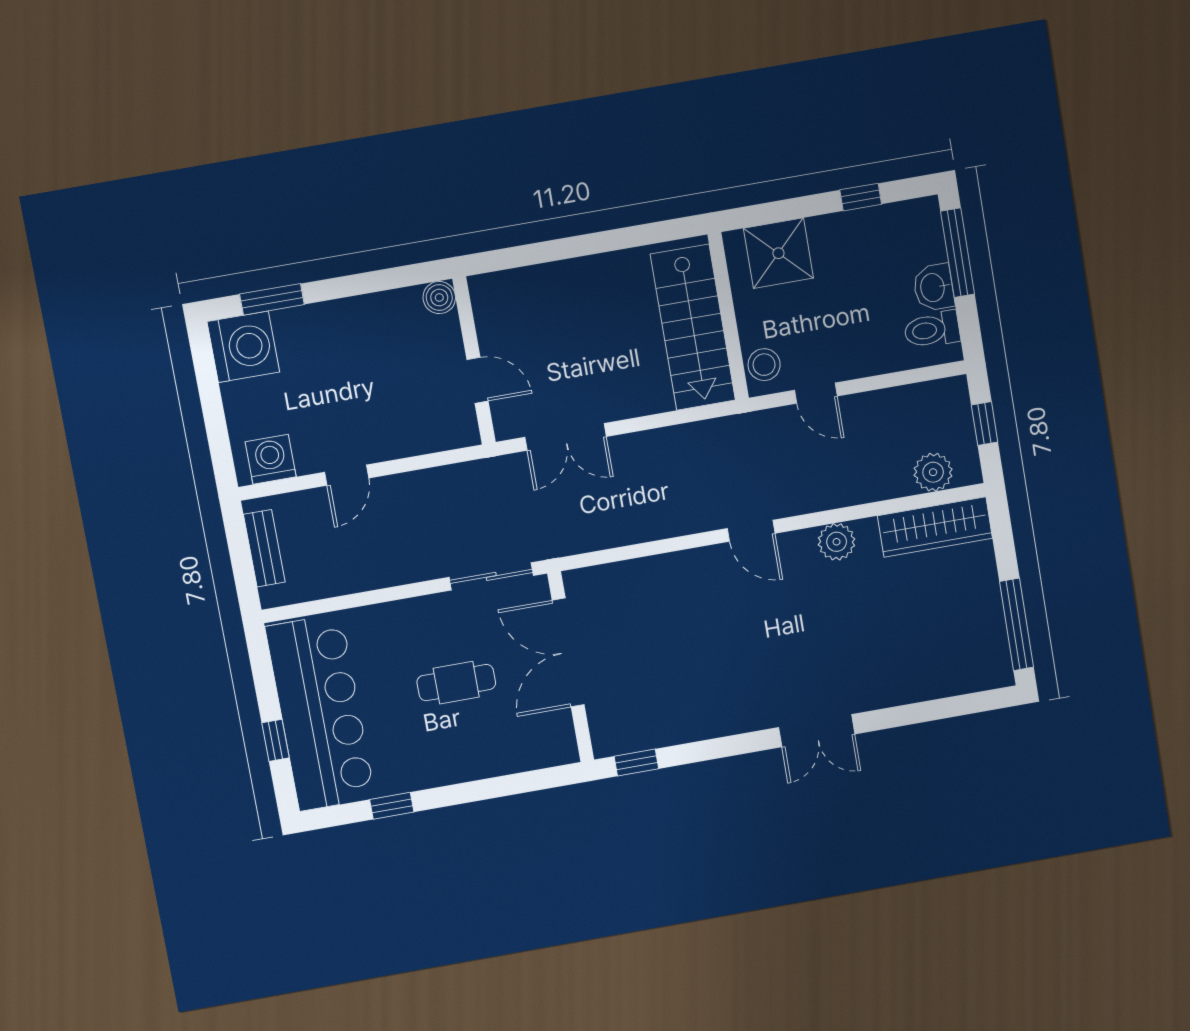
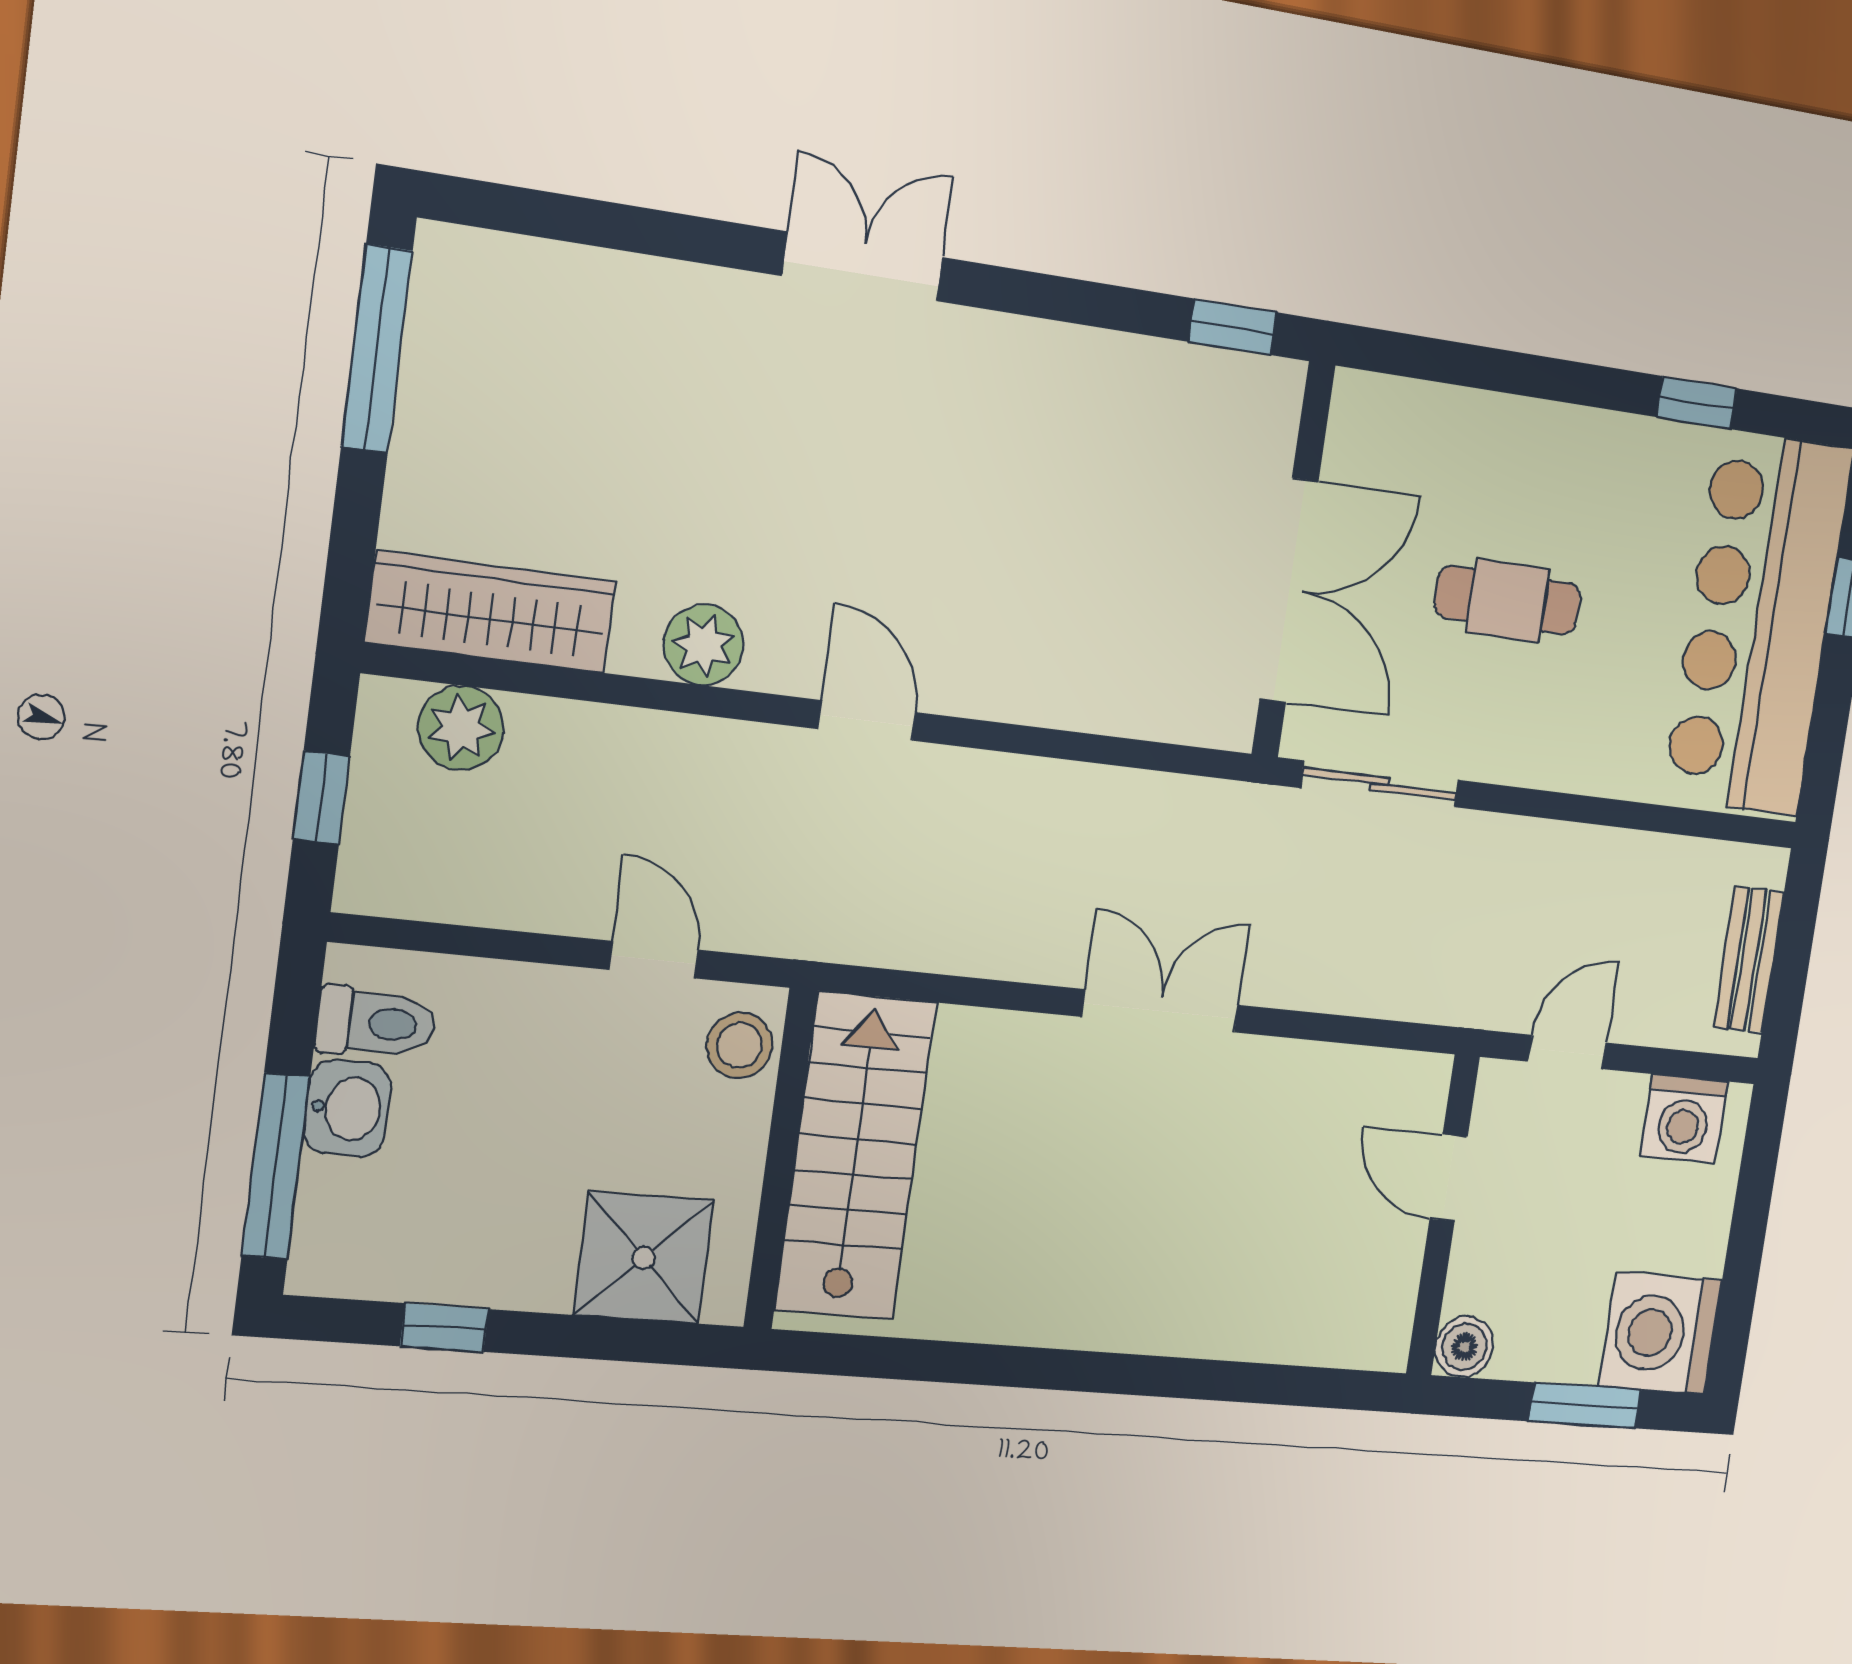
boiler: (439, 298) -> (1464, 1347), moved
wall: (474, 361) -> (1443, 1215), moved
door: (478, 380) -> (1449, 1178), moved

